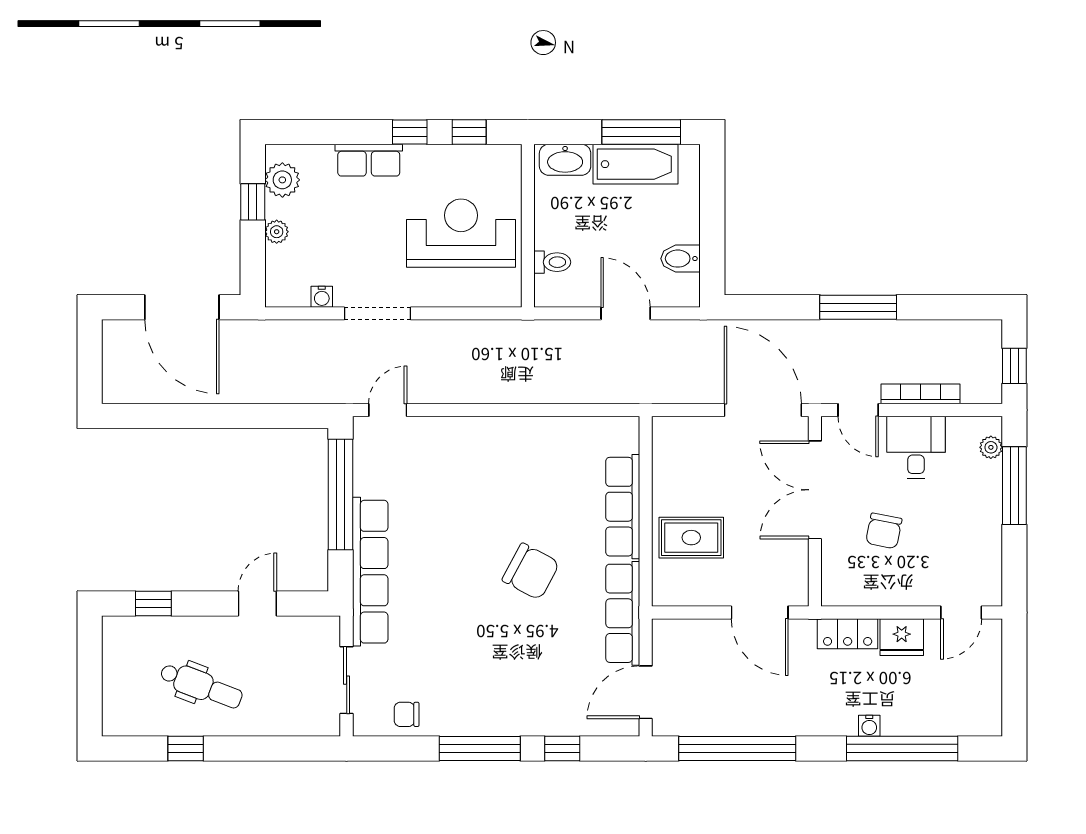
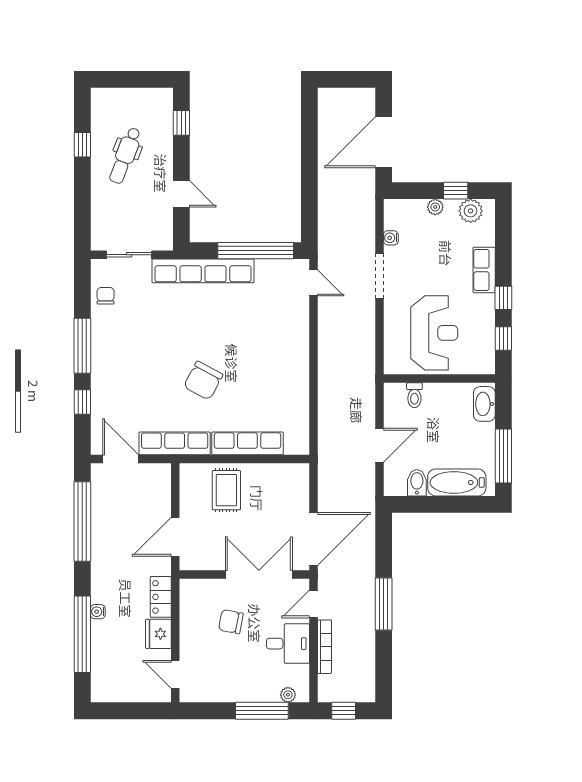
bathtub: (636, 164) -> (457, 482), moved, turned 90

